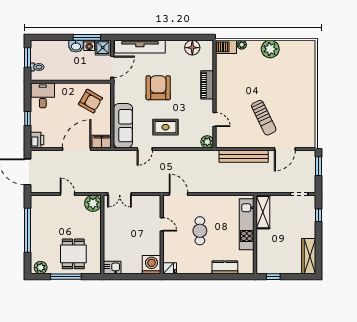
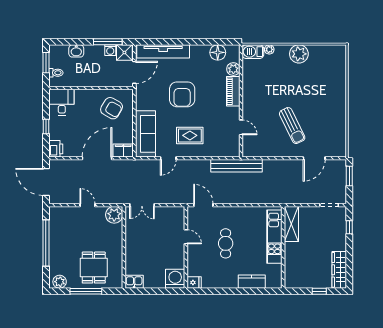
washbasin: (76, 46) -> (76, 51), moved
armchair: (158, 88) -> (182, 94), turned 180
plant: (207, 142) -> (233, 69), moved
bench: (244, 156) -> (237, 166), moved
window: (273, 277) -> (319, 291), moved

